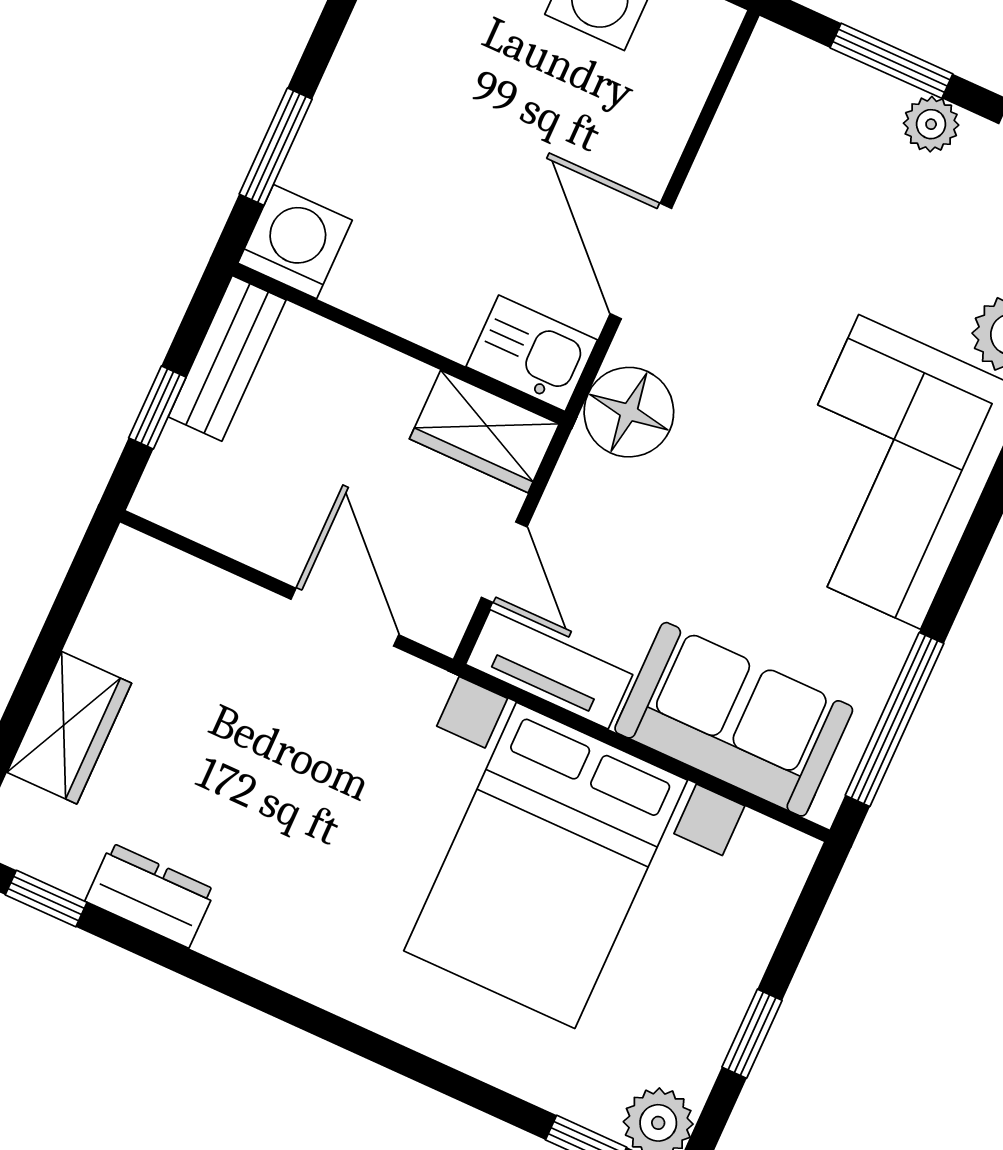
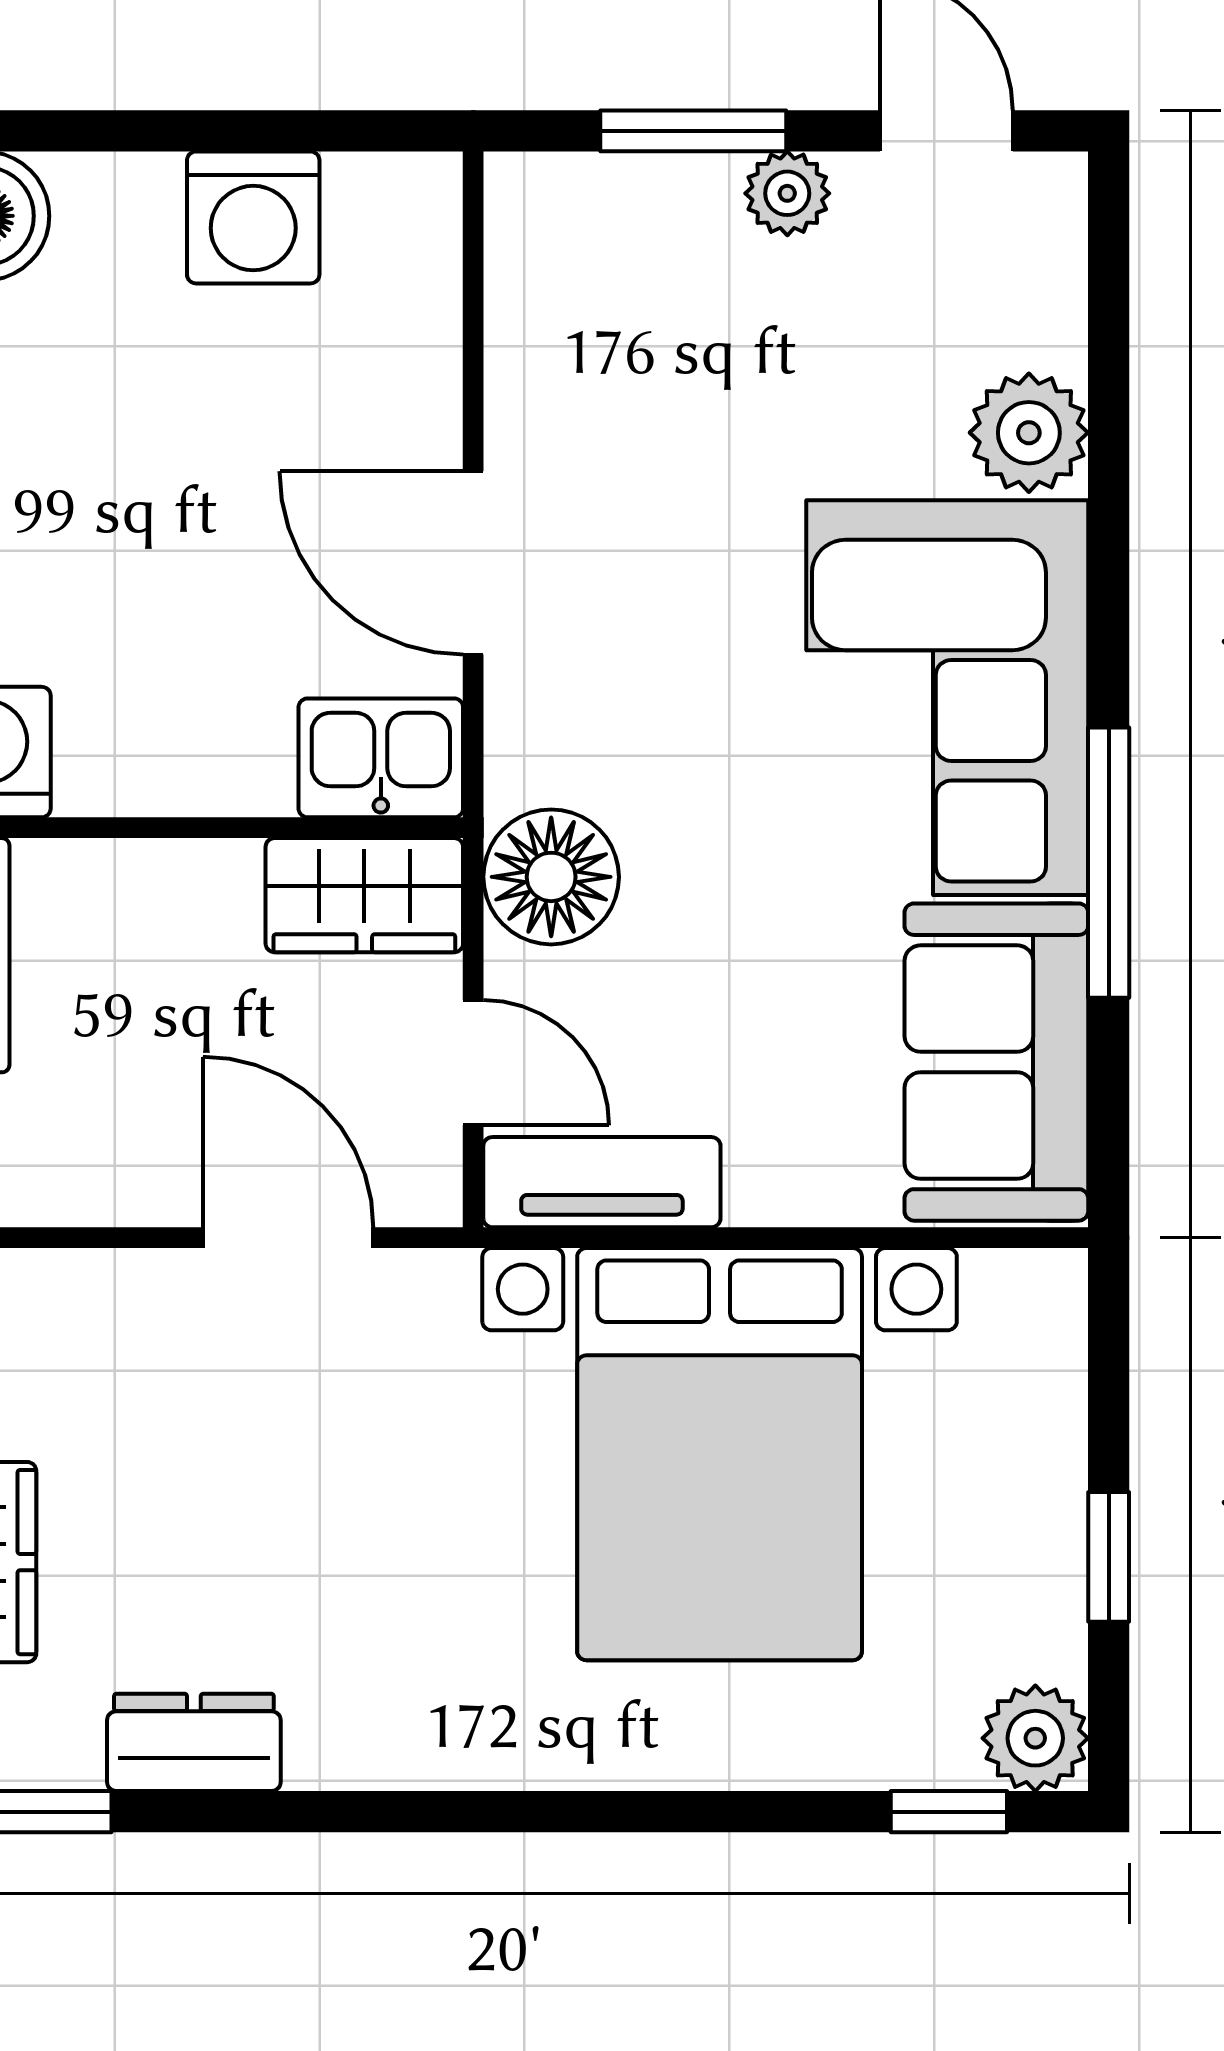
floor lamp: (629, 412) -> (551, 877), moved
sofa: (734, 719) -> (996, 1062), moved, turned -90
window: (895, 719) -> (1109, 863), moved

